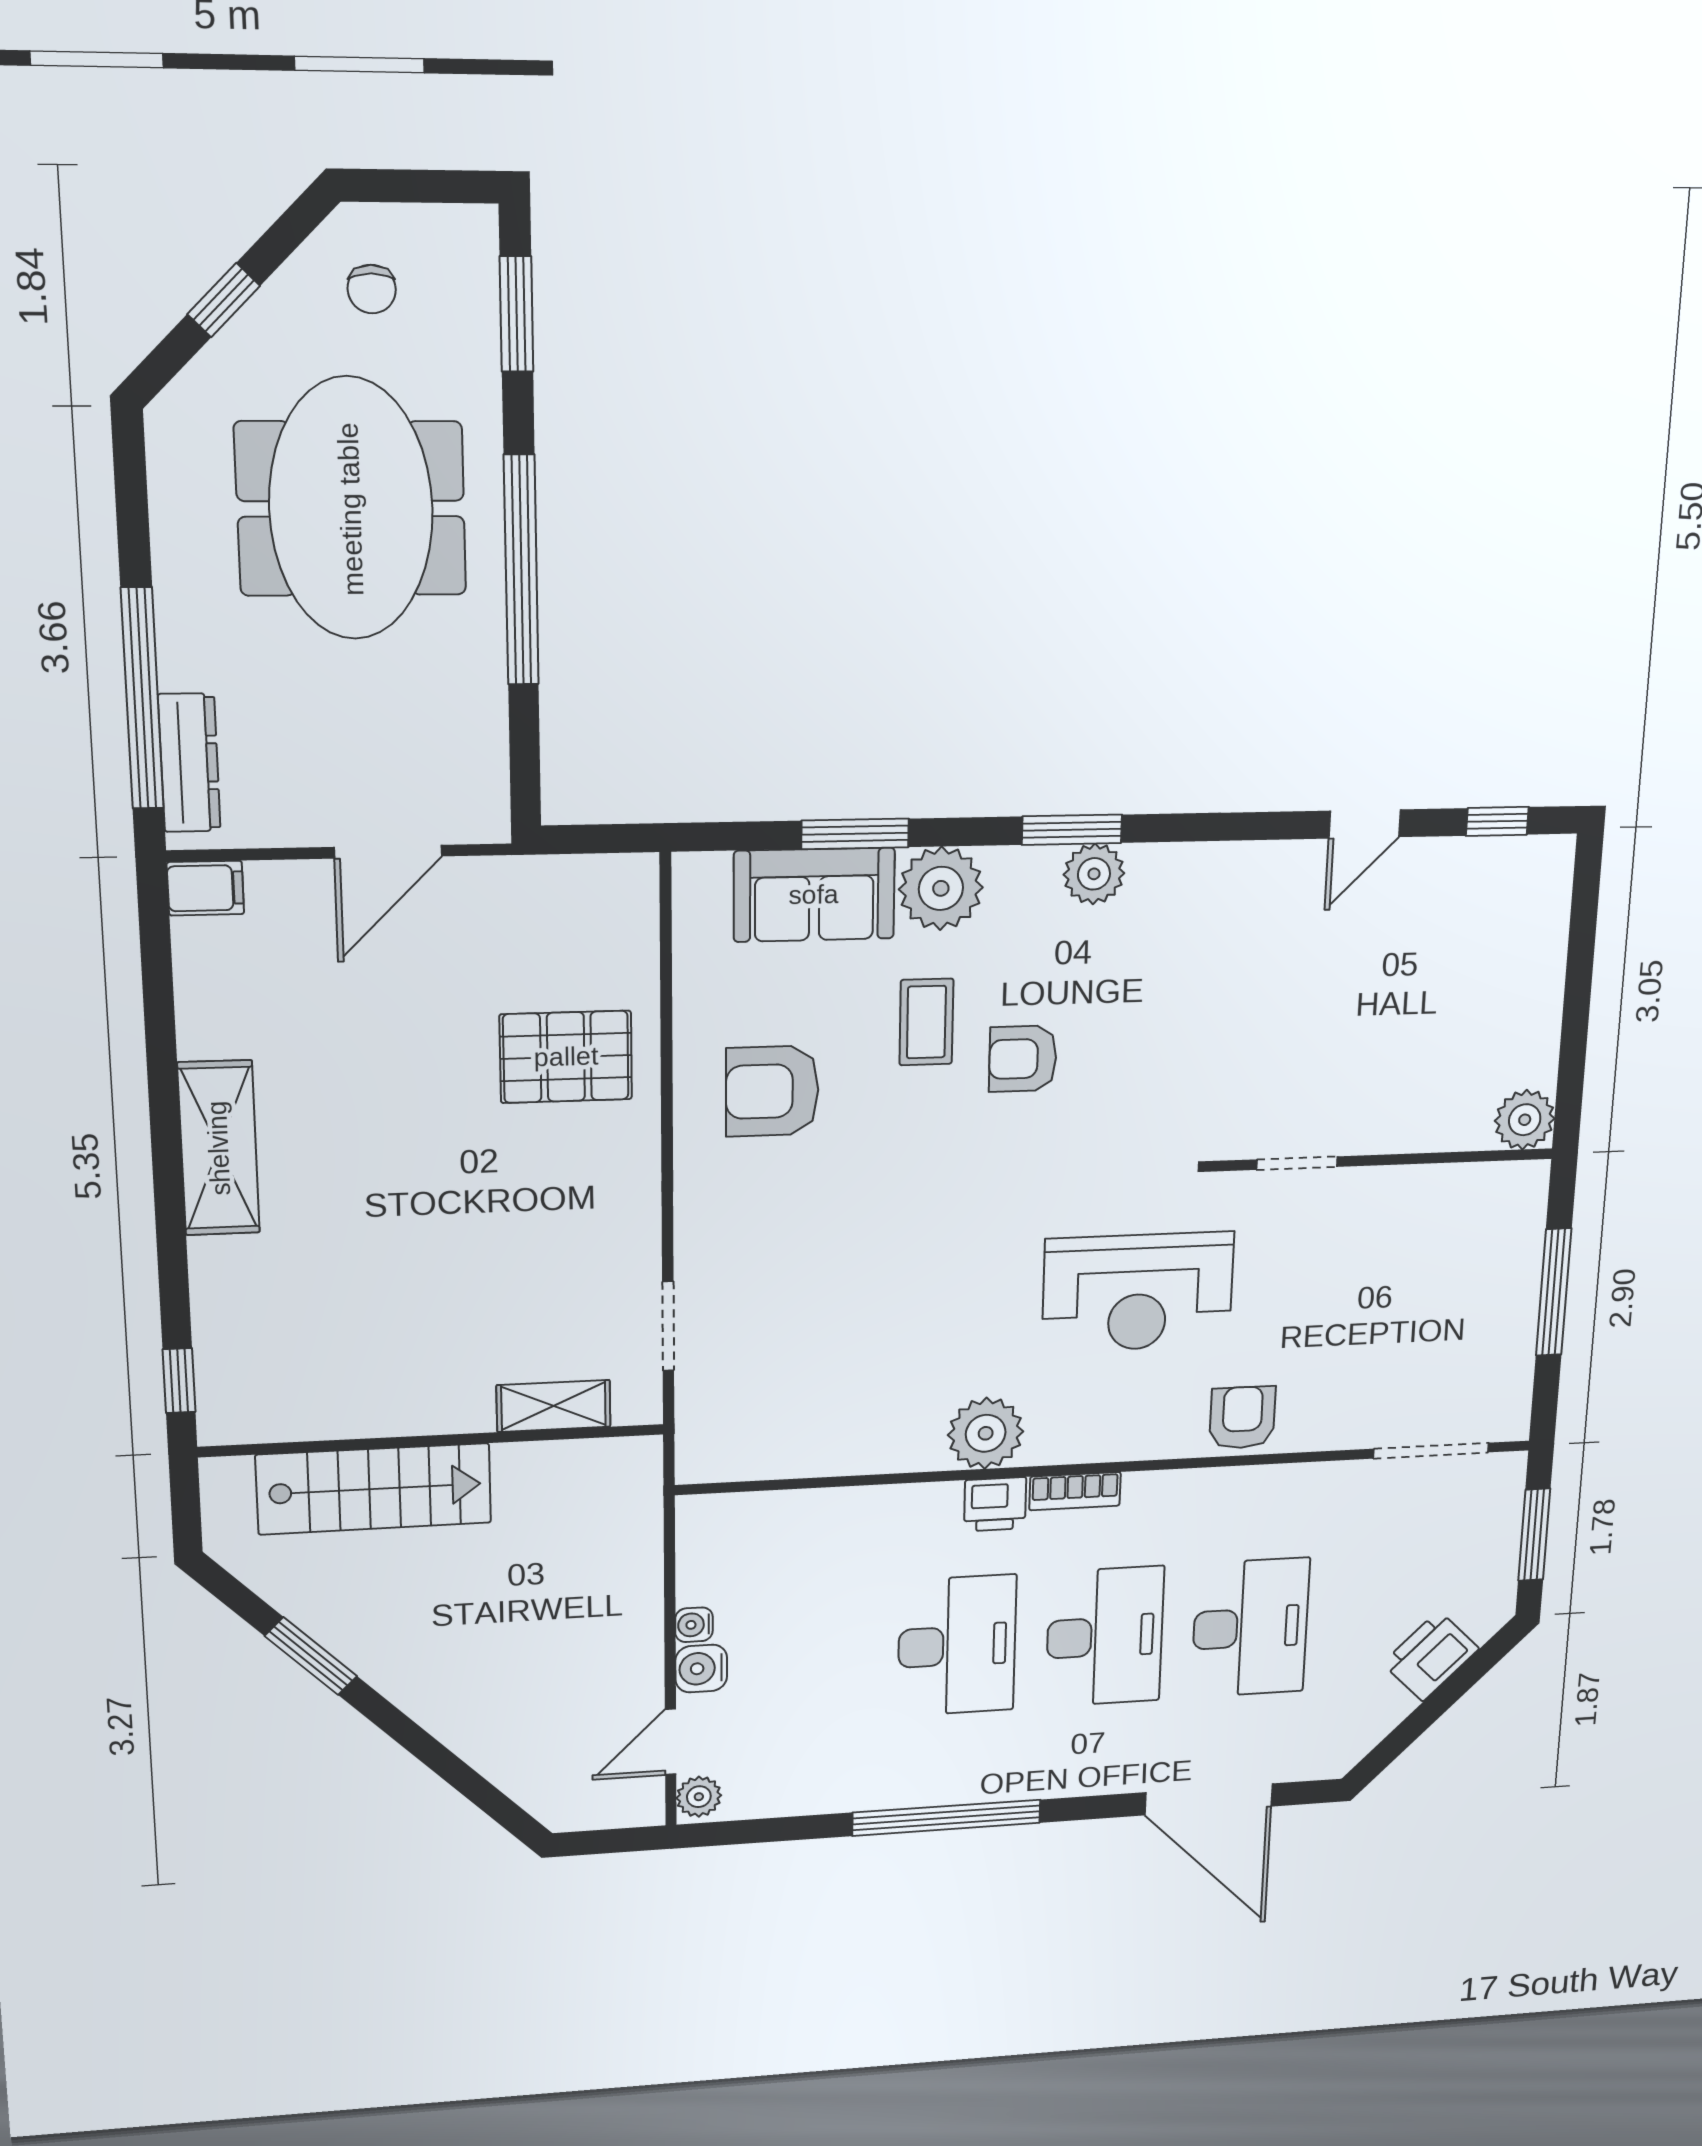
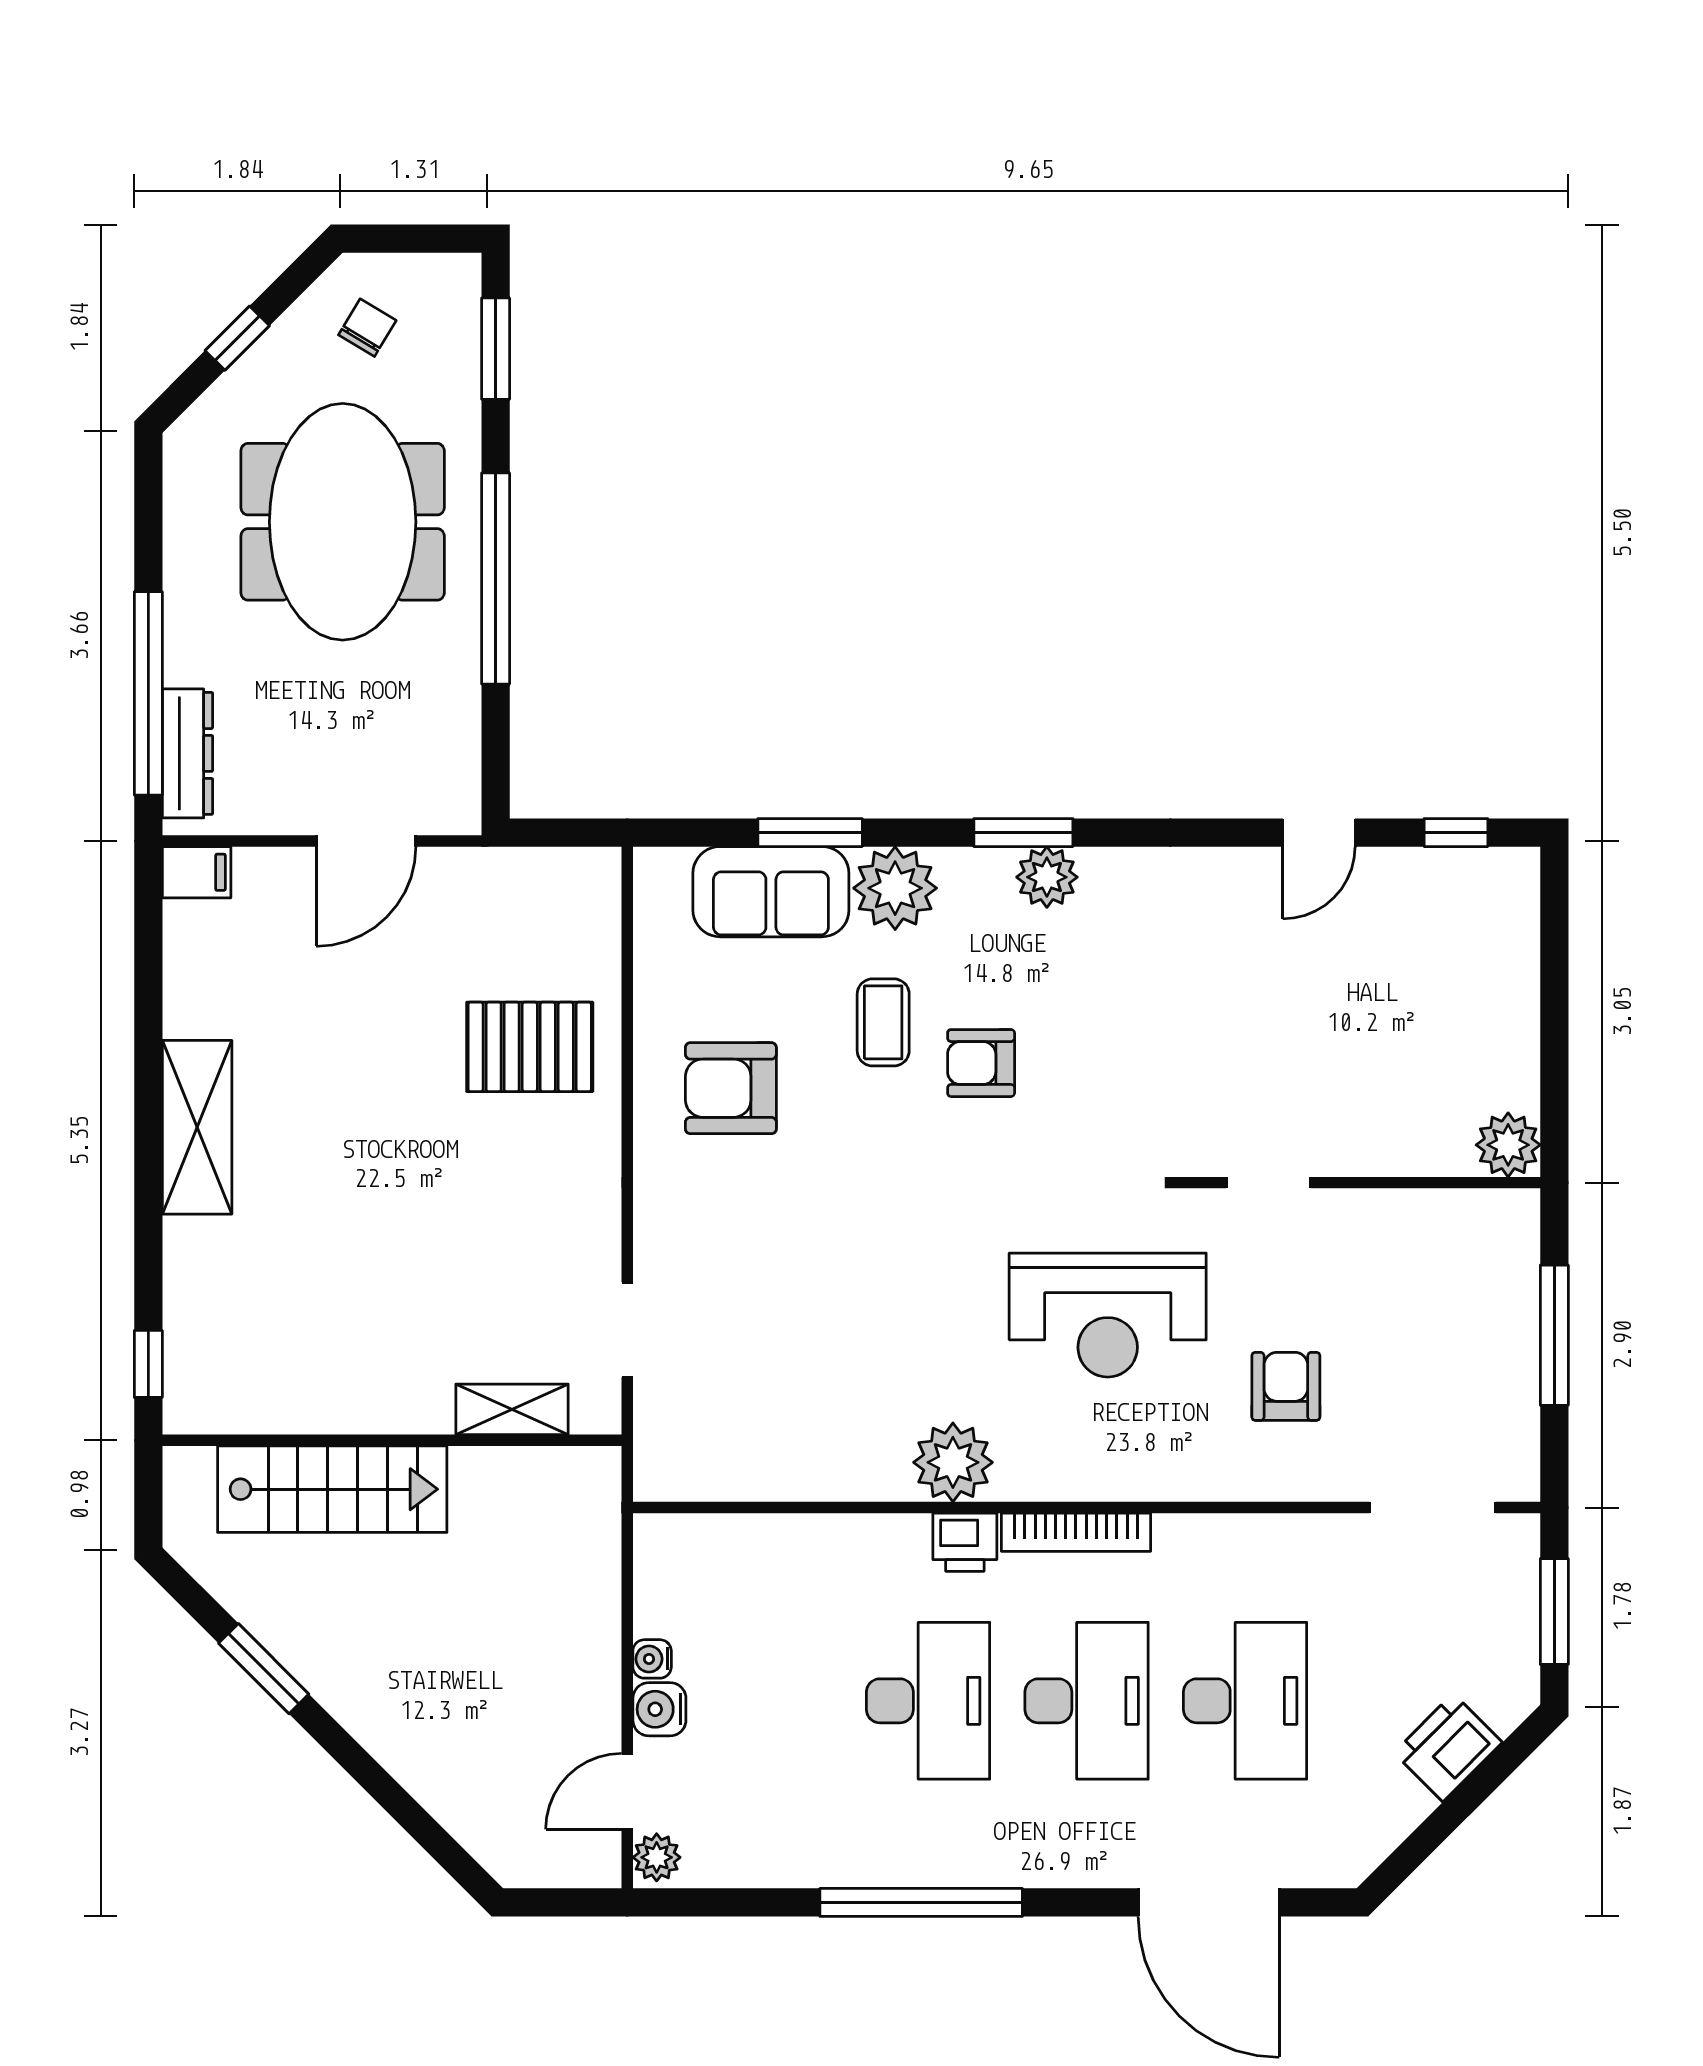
chair: (372, 289) -> (367, 328), turned -149
armchair: (1242, 1418) -> (1286, 1386), moved
bookcase: (1075, 1491) -> (1076, 1532), width x1.56

